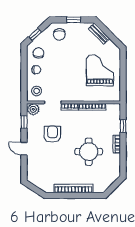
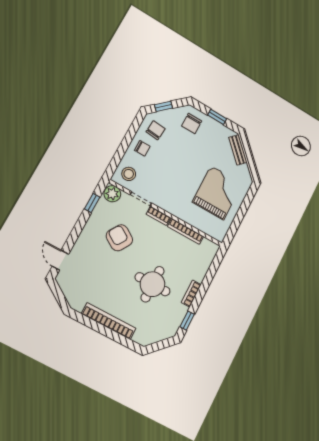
window: (123, 126) -> (187, 321), moved
armchair: (52, 134) -> (119, 238), turned -58
door: (24, 149) -> (60, 260), moved

